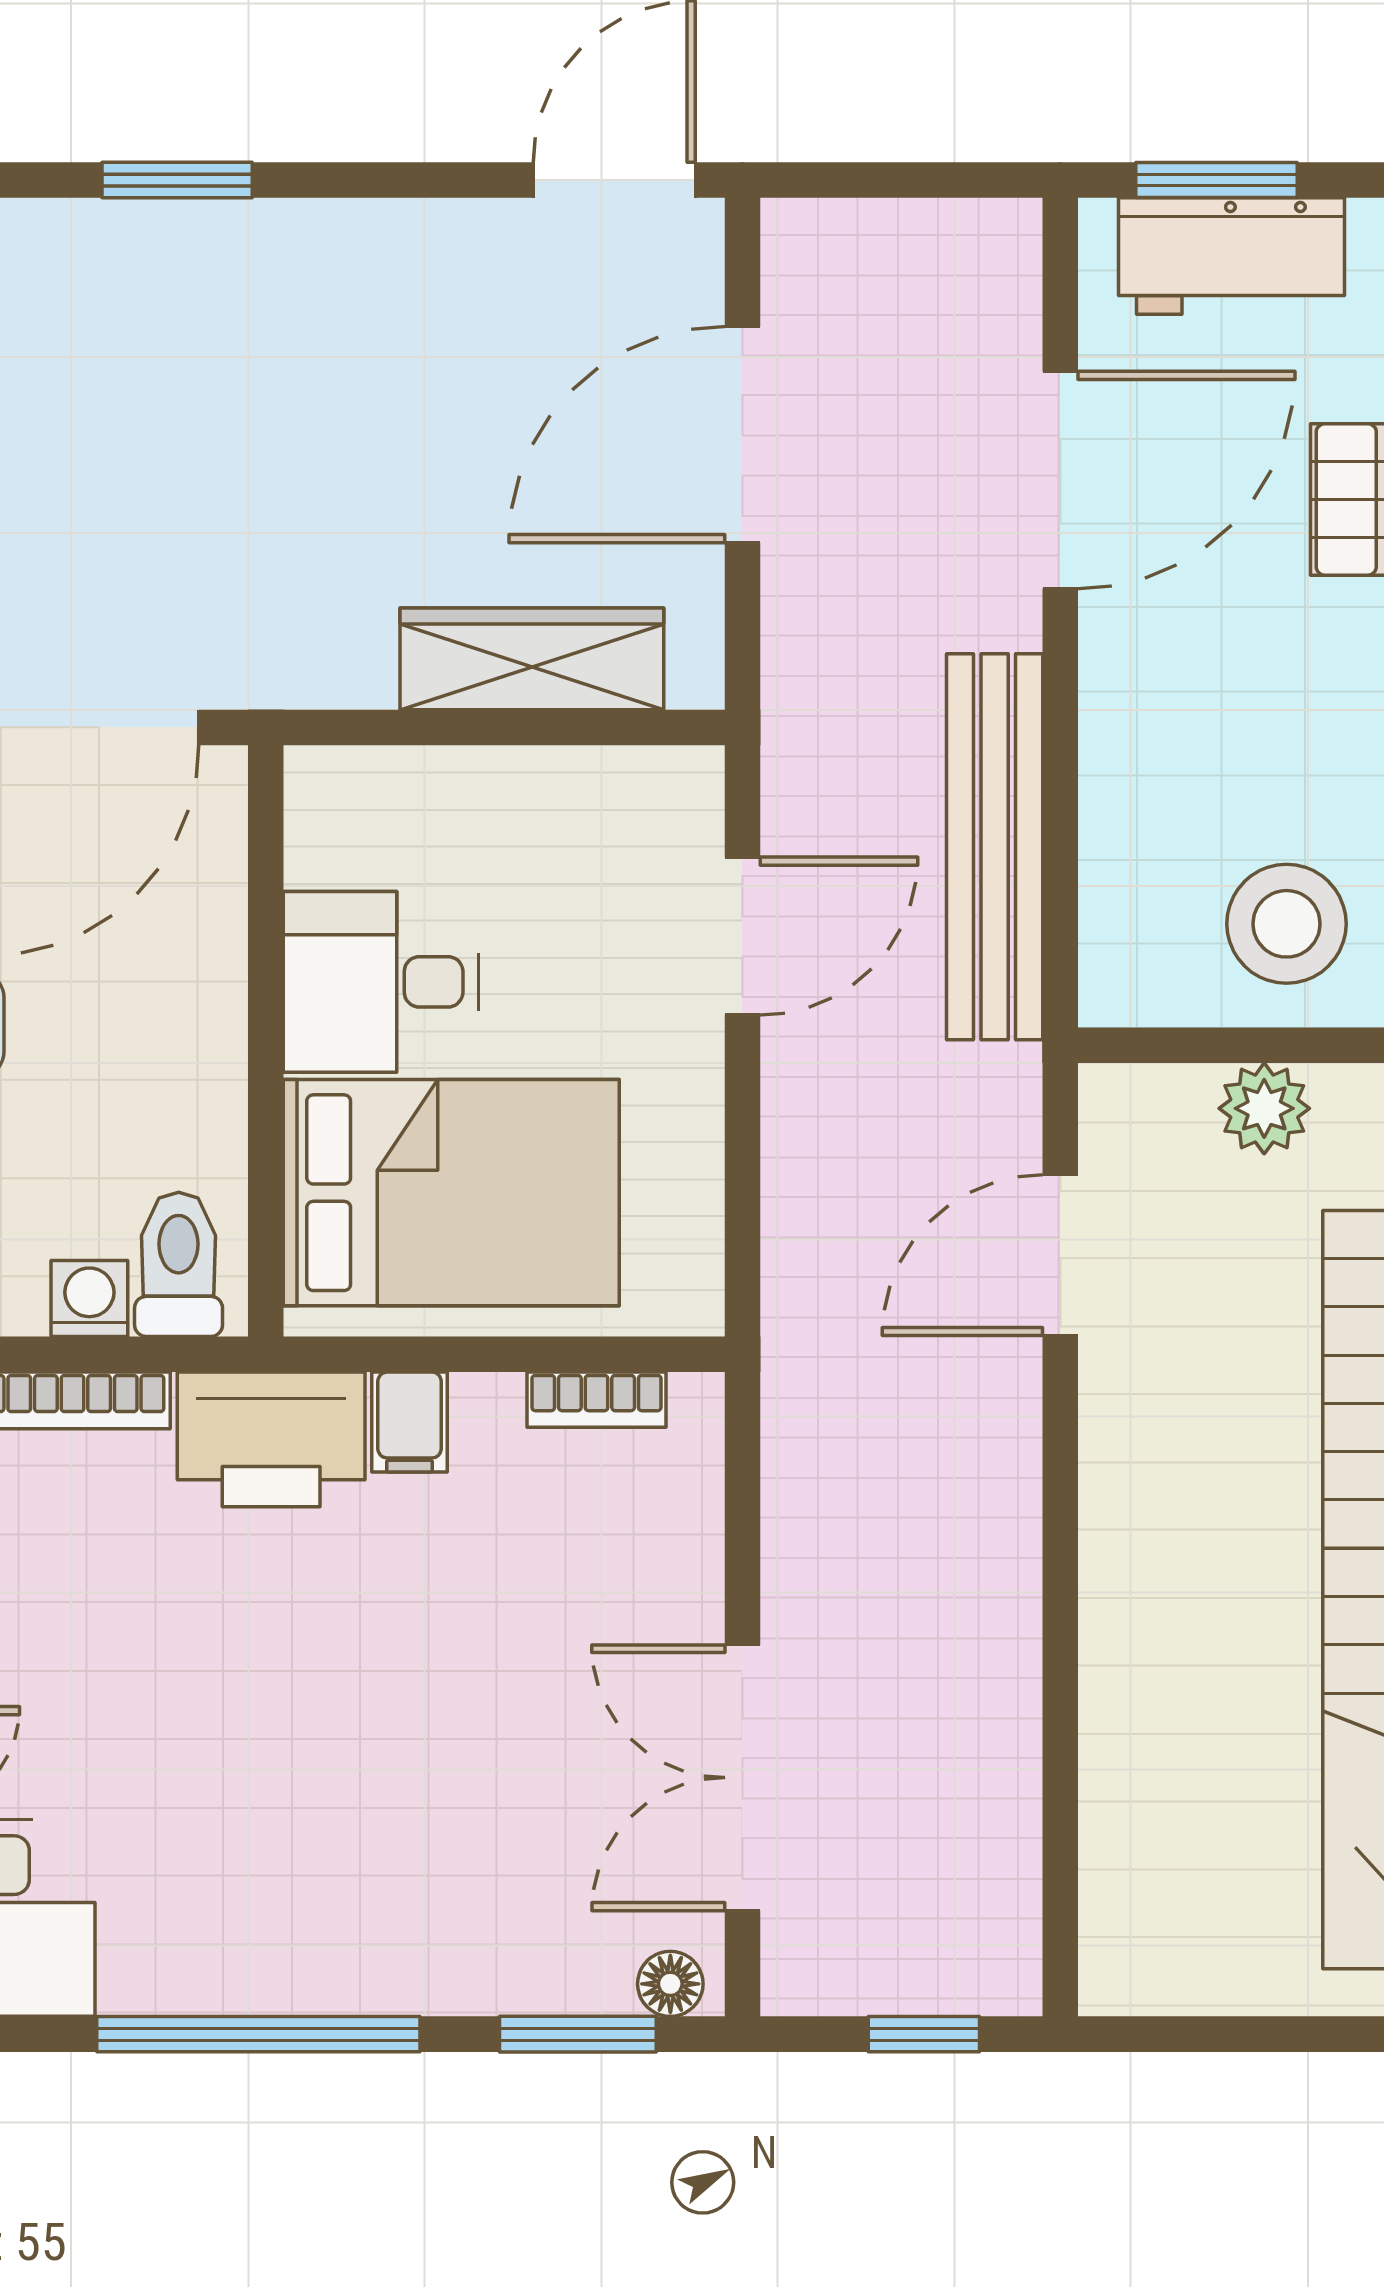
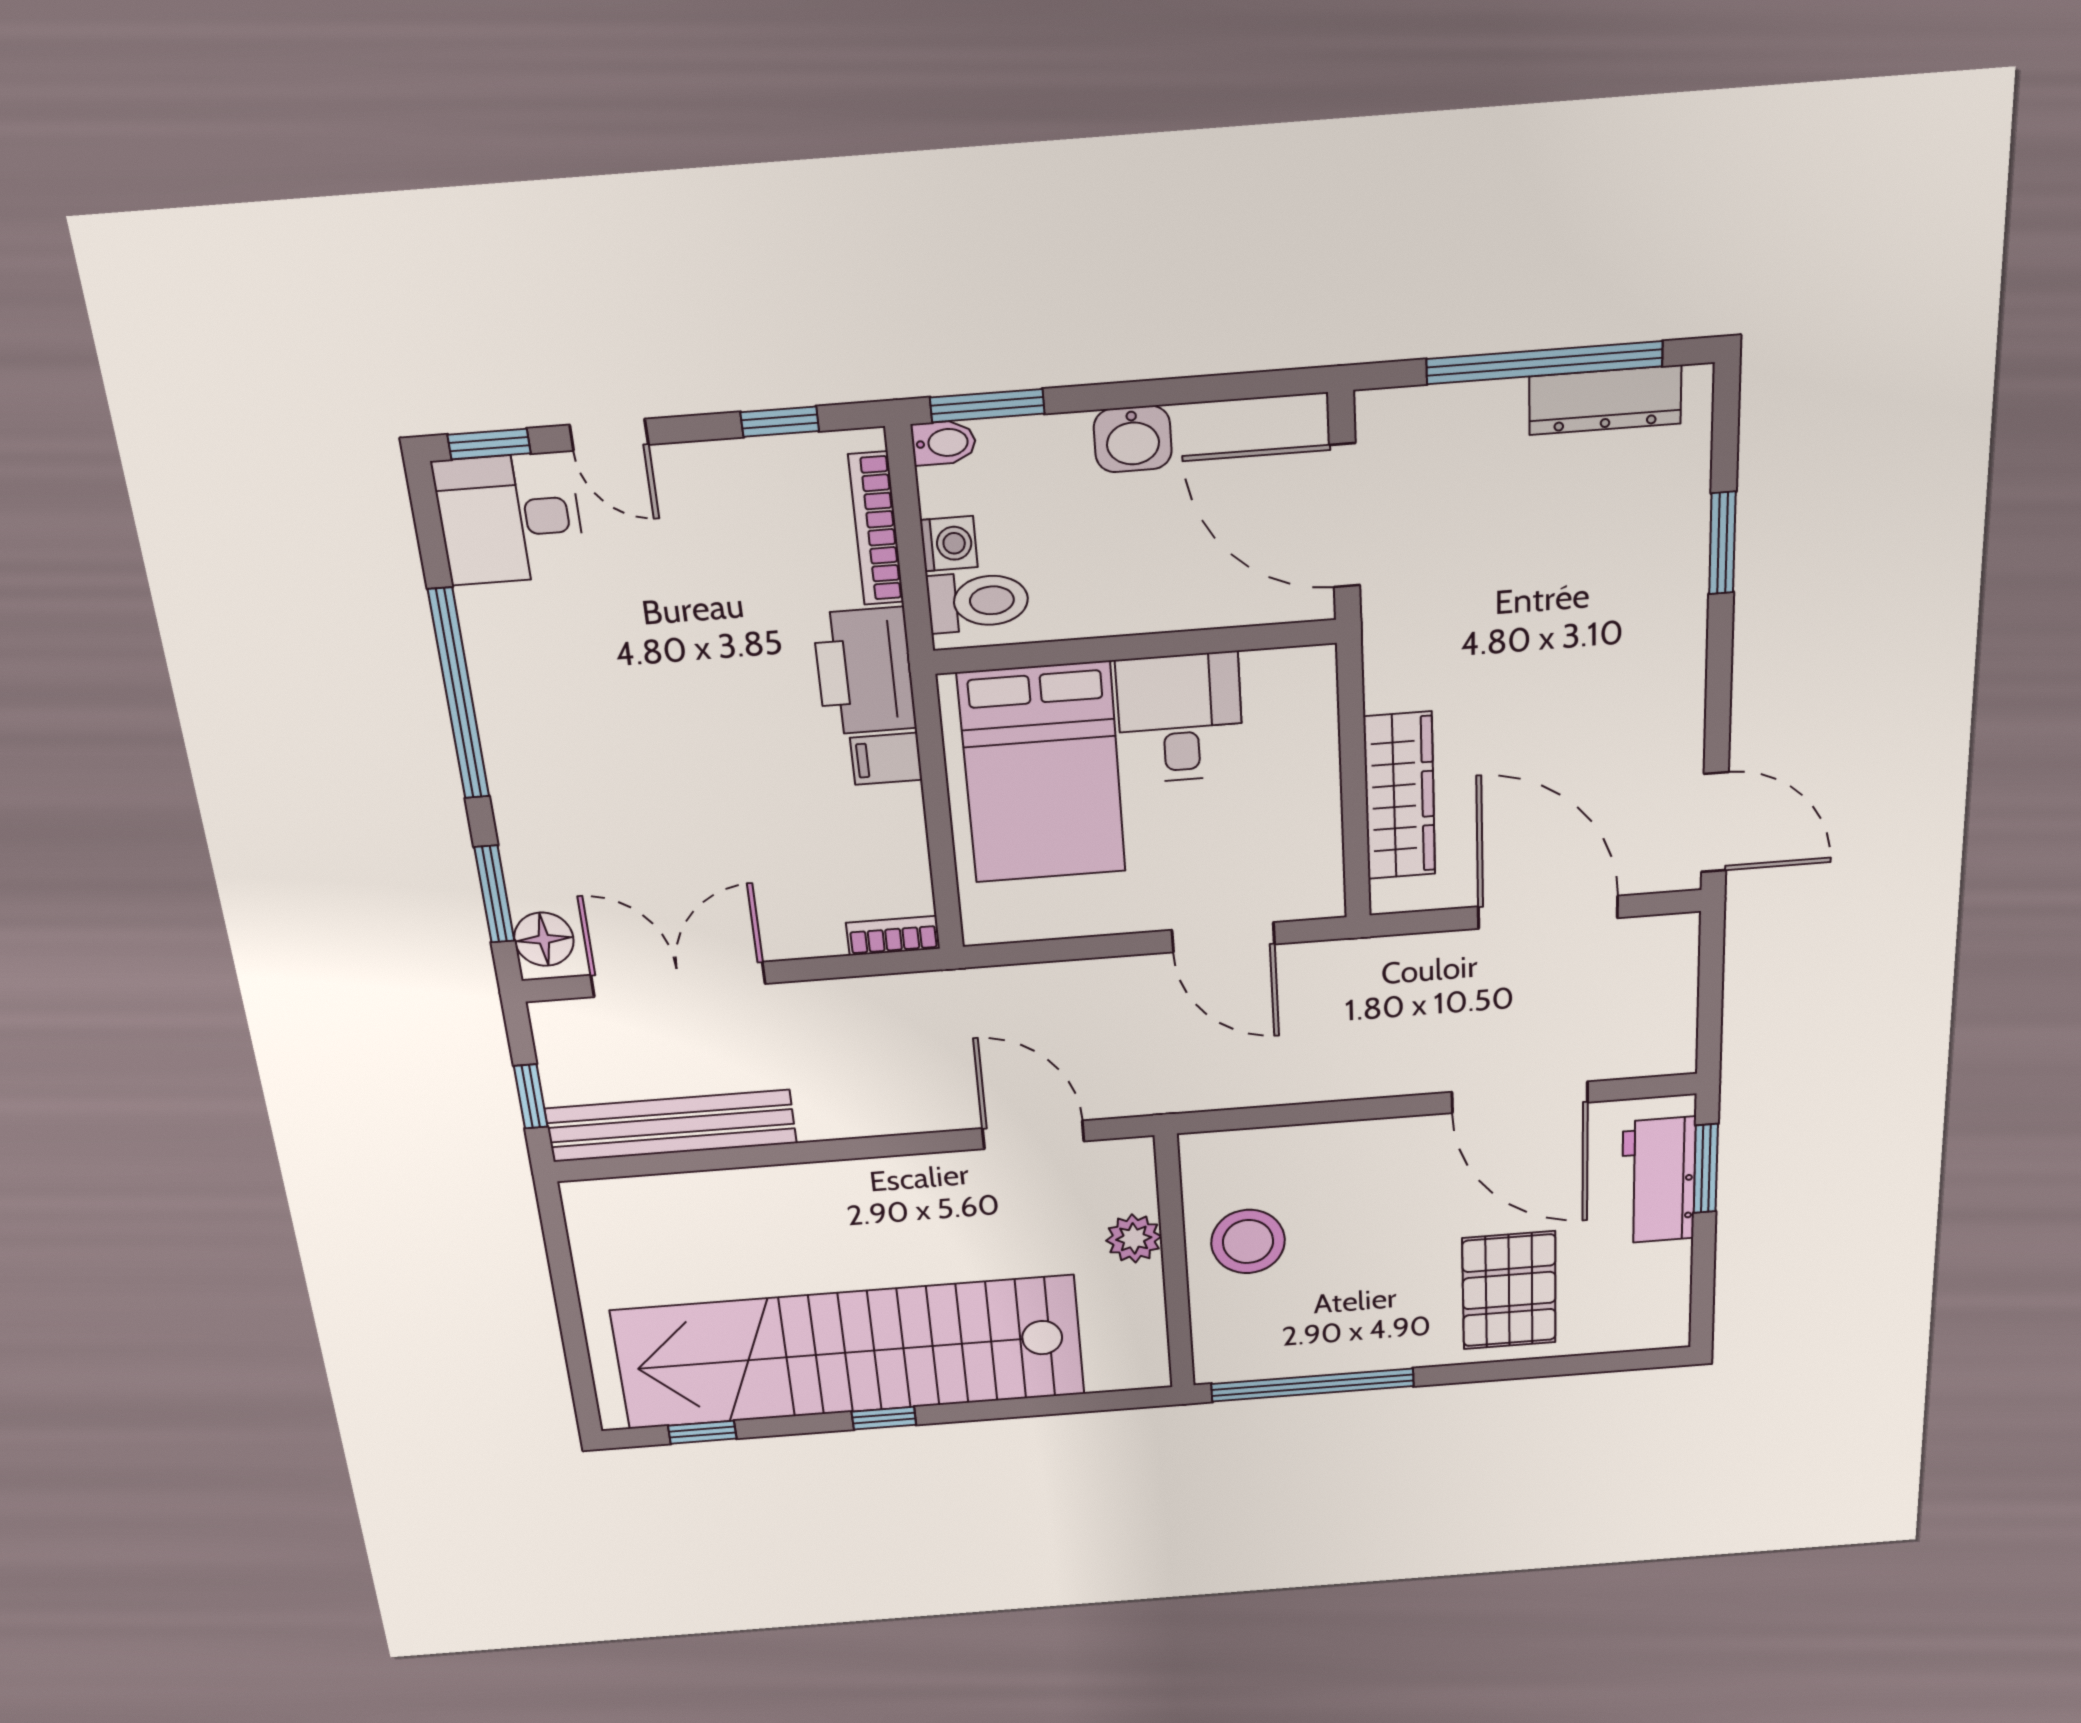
bench: (995, 847) -> (671, 1126), moved
bookcase: (596, 1400) -> (893, 936), moved, turned 90
floor lamp: (670, 1984) -> (544, 939), width x1.37, depth x1.37

